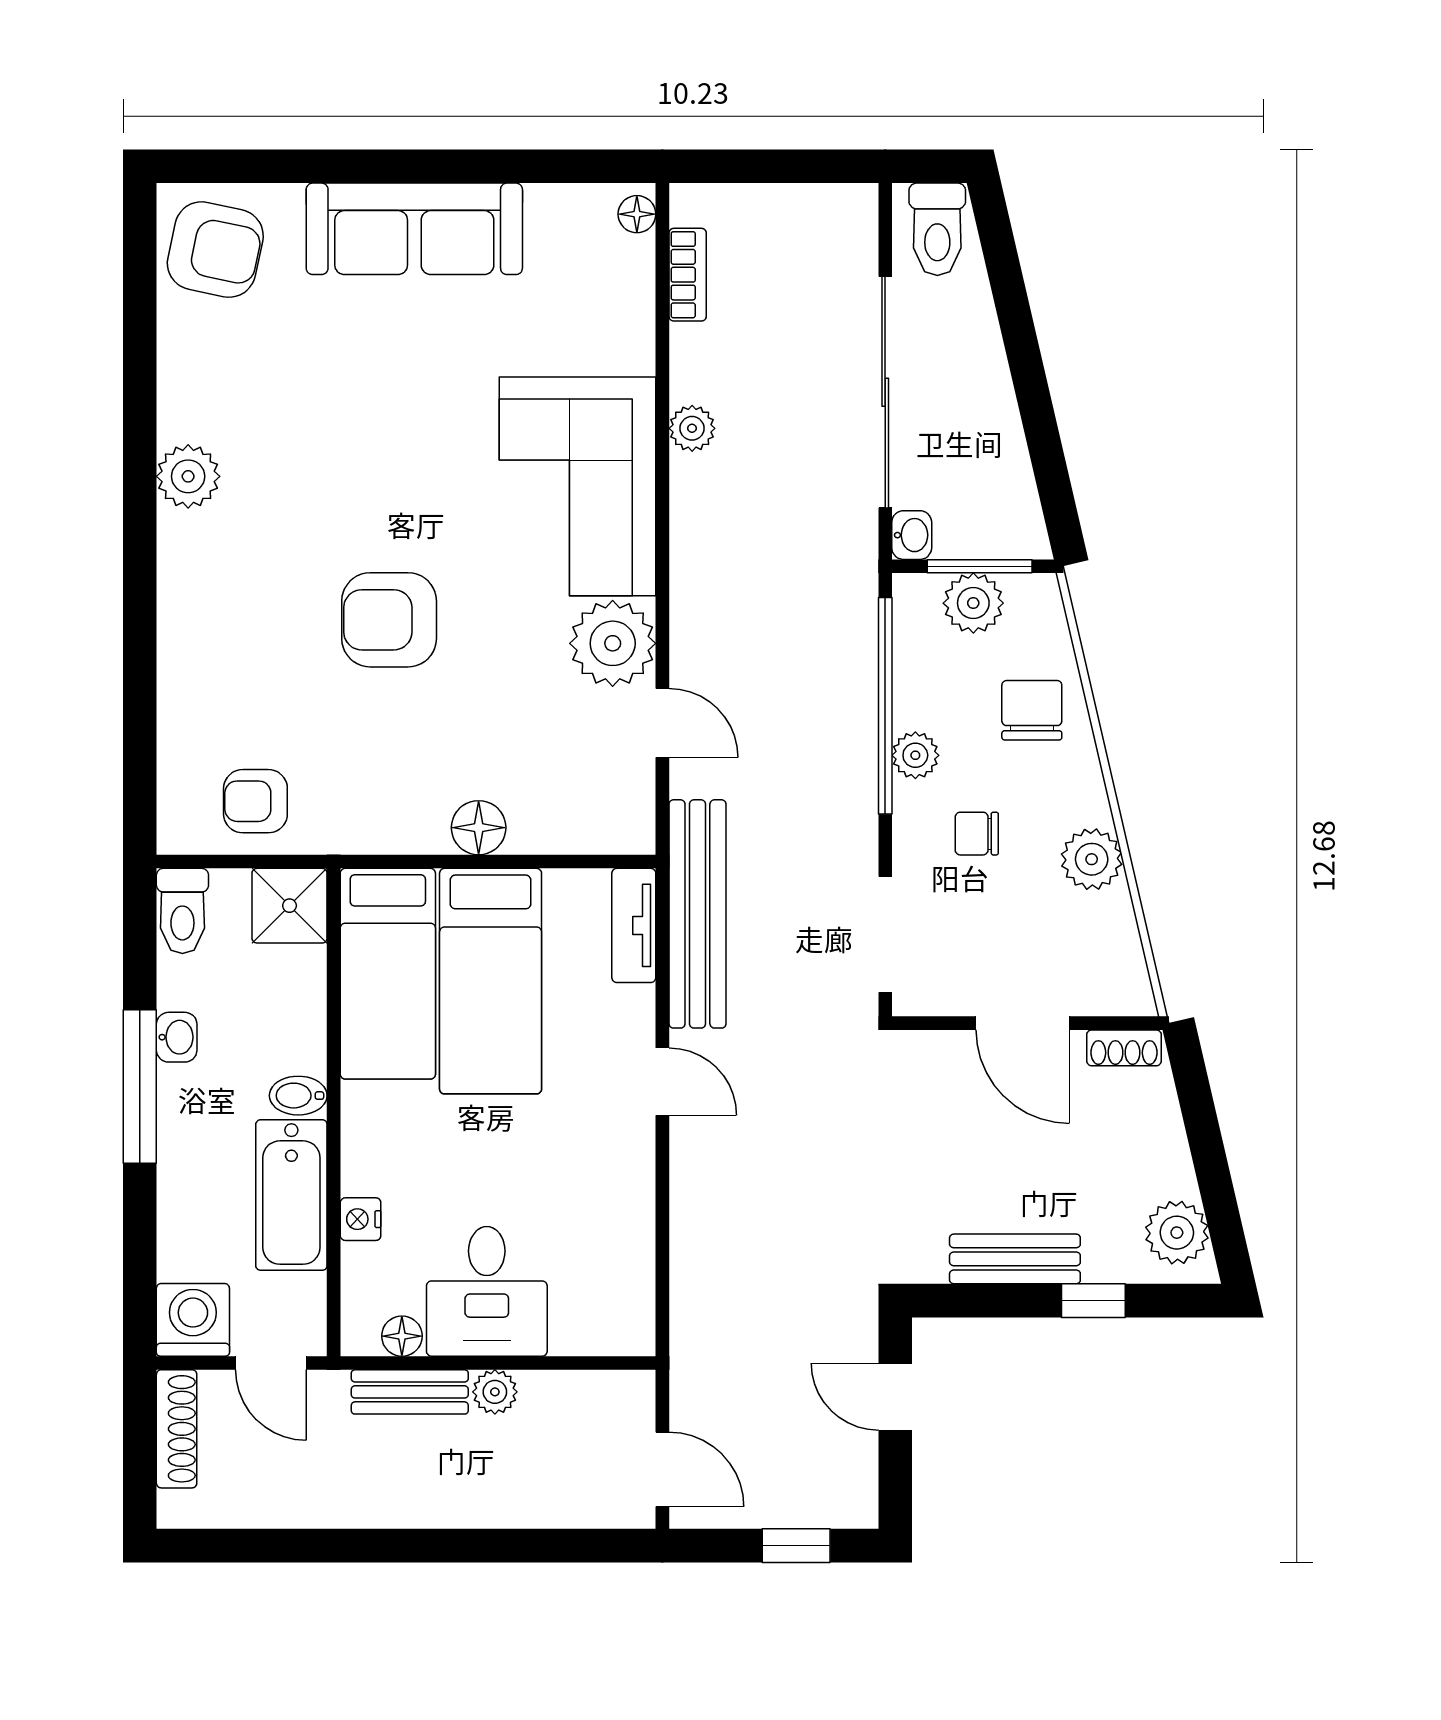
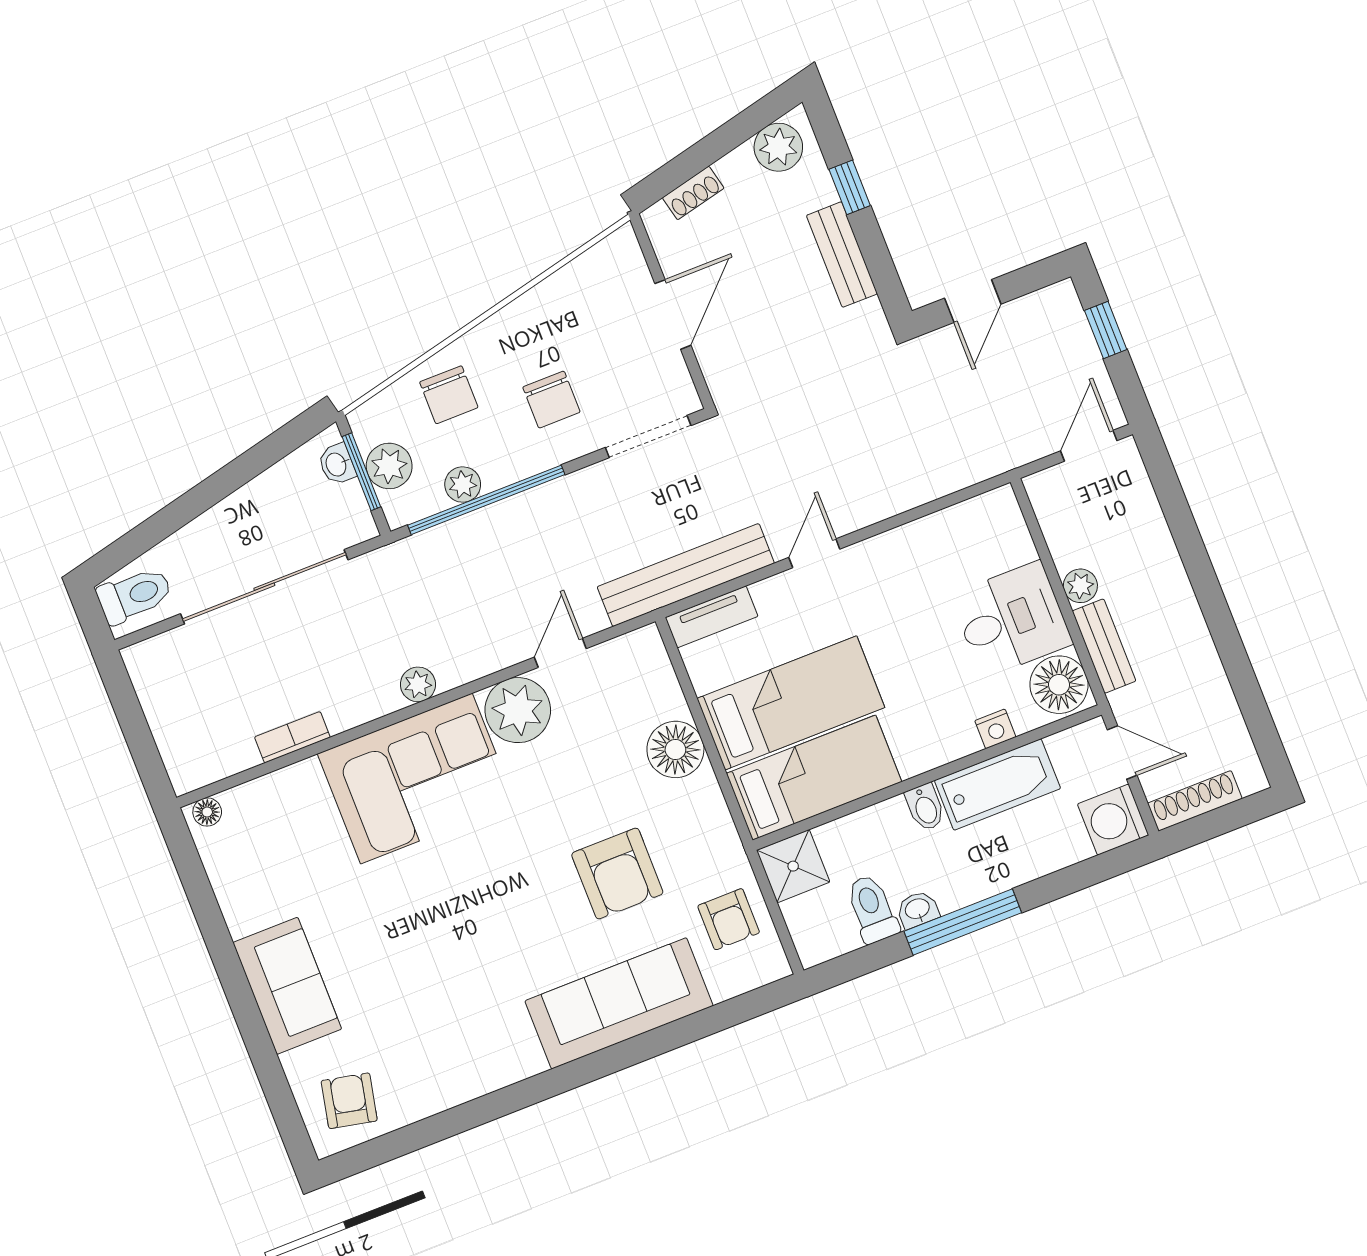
sofa: (414, 229) -> (287, 986), width x0.73
armchair: (215, 250) -> (349, 1101), width x0.72, depth x0.72
bookcase: (688, 275) -> (292, 737), moved
plant: (692, 428) -> (418, 684), moved
plant: (188, 476) -> (517, 1057), removed
washbasin: (912, 535) -> (337, 464), moved, turned -90
armchair: (389, 620) -> (617, 874), moved
sofa: (205, 627) -> (619, 1003), added
chair: (1032, 710) -> (449, 395), turned -90
plant: (915, 755) -> (463, 485), moved
floor lamp: (479, 828) -> (675, 749), width x1.38, depth x1.38
chair: (977, 834) -> (551, 400), width x1.37, depth x1.37
plant: (1092, 859) -> (538, 311), removed
toilet: (182, 911) -> (872, 909), moved, turned -90
shoe rack: (1124, 1048) -> (693, 193), moved, turned 77
floor lamp: (402, 1336) -> (1059, 685), width x1.89, depth x1.89
door: (271, 1363) -> (1122, 753), hinge flipped

